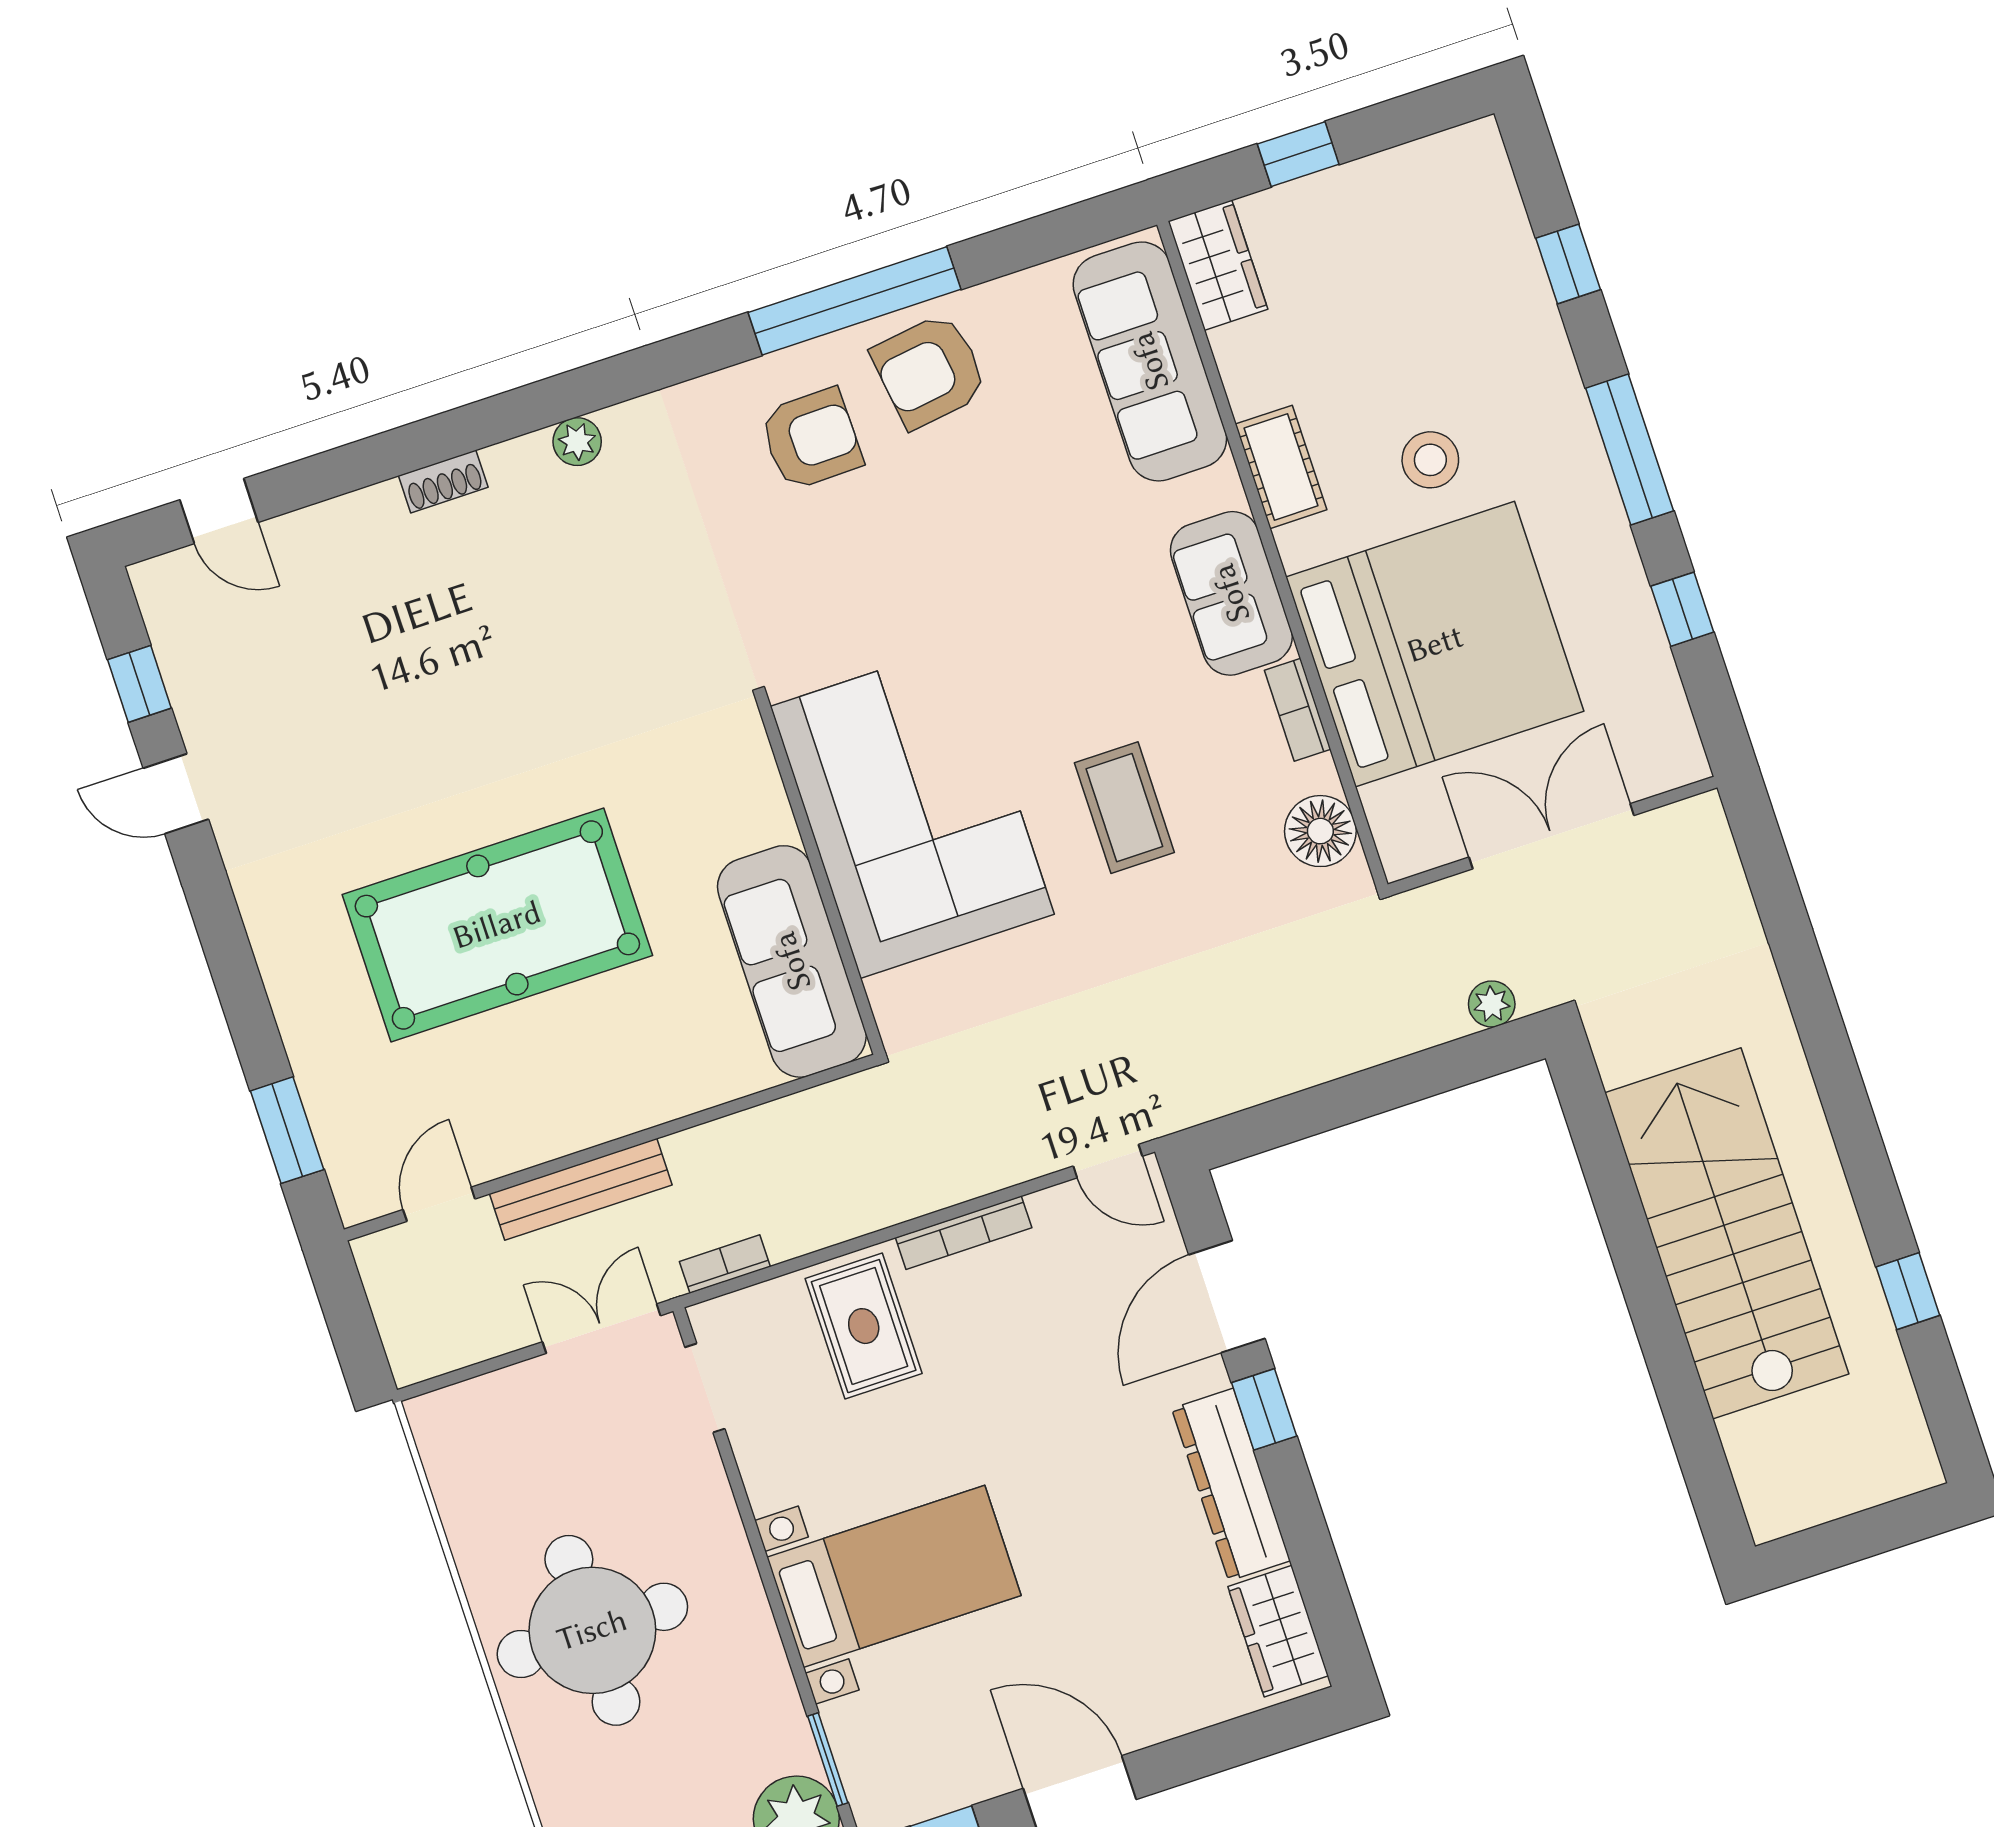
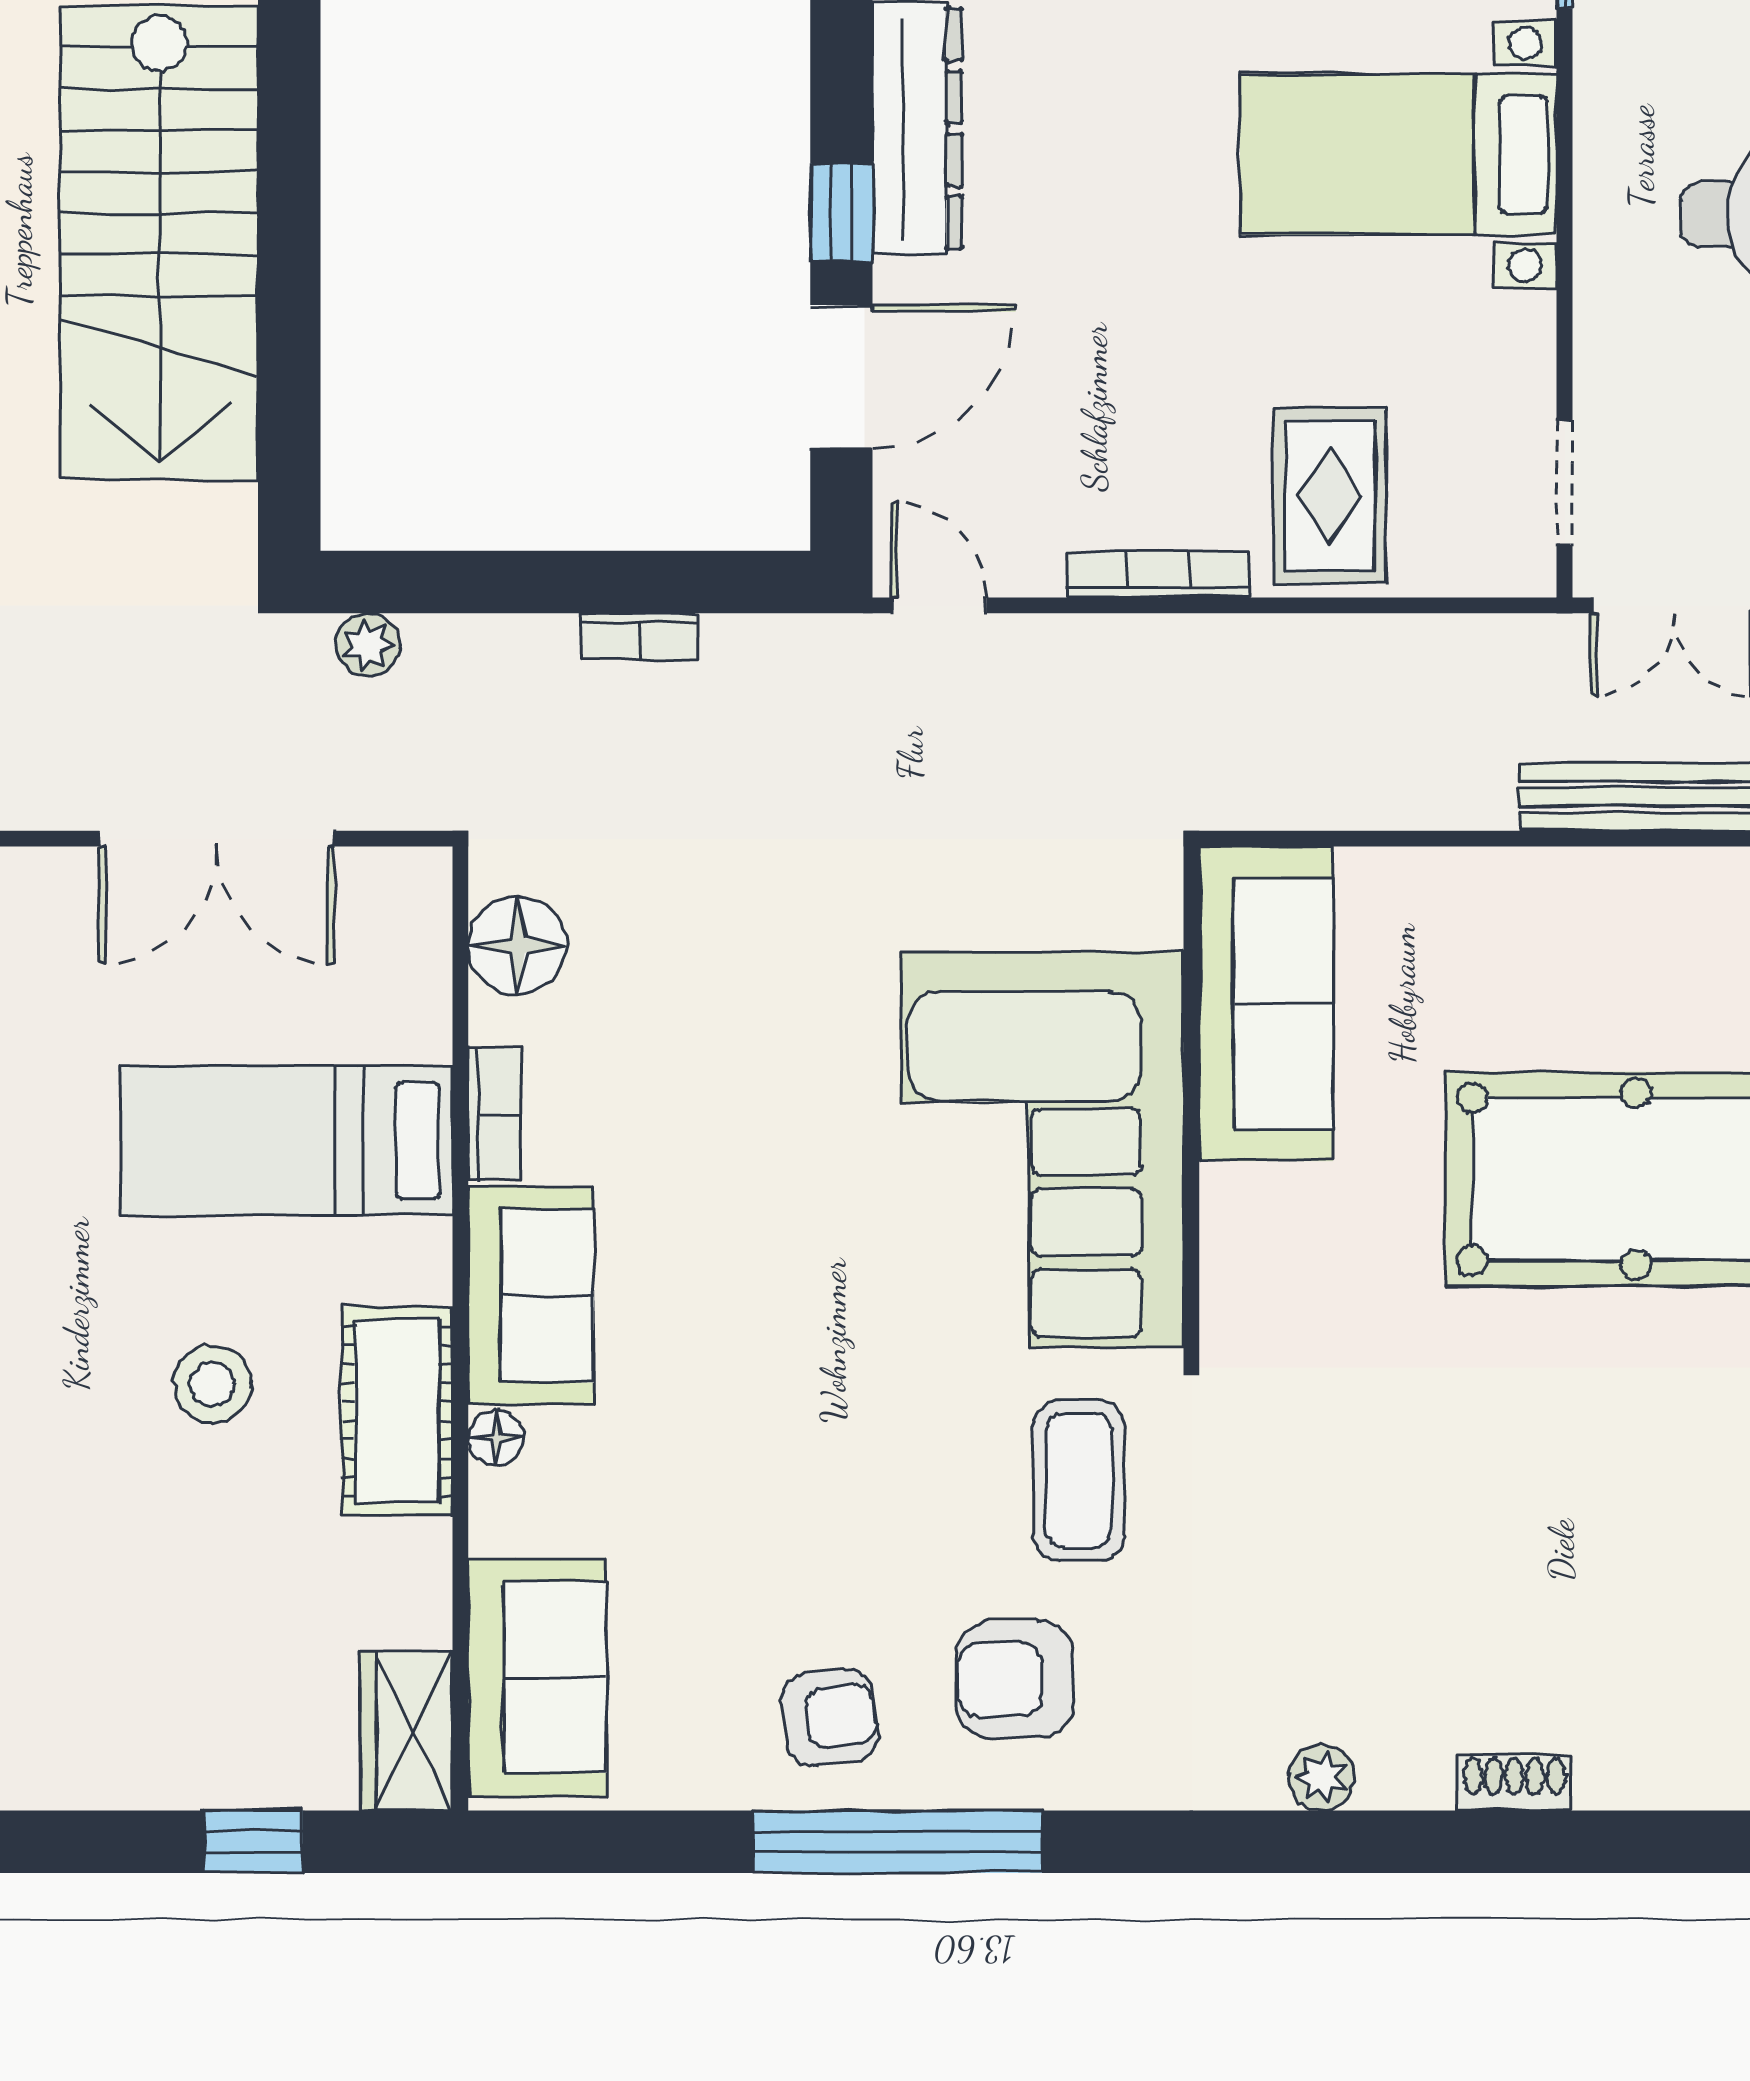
sofa: (1150, 361) -> (537, 1677), width x0.73
armchair: (930, 371) -> (830, 1718), width x0.72, depth x0.72
cot: (1281, 467) -> (397, 1411), width x1.37, depth x1.34
floor lamp: (1223, 487) -> (496, 1438), added
bed: (1435, 644) -> (287, 1141), width x0.49
coffee table: (1124, 808) -> (1079, 1480), moved
bookcase: (725, 1264) -> (639, 636), moved

